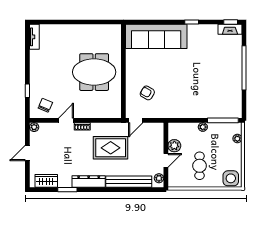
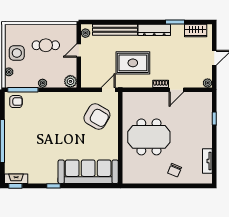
tv unit: (34, 37) -> (207, 161), moved
armchair: (147, 93) -> (97, 116), width x1.88, depth x1.88
chair: (45, 105) -> (175, 170), moved
armchair: (230, 108) -> (16, 102), added
plant: (174, 146) -> (70, 81), moved
cafe table: (200, 166) -> (46, 45), turned 90
side table: (231, 178) -> (17, 53), moved

